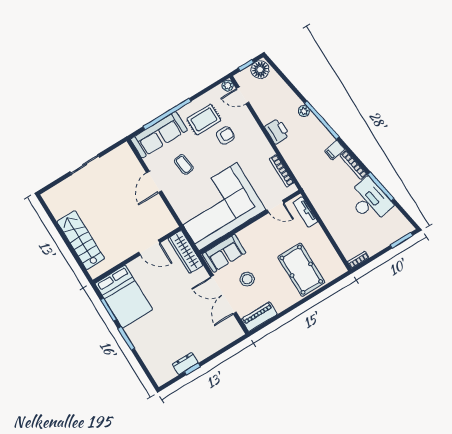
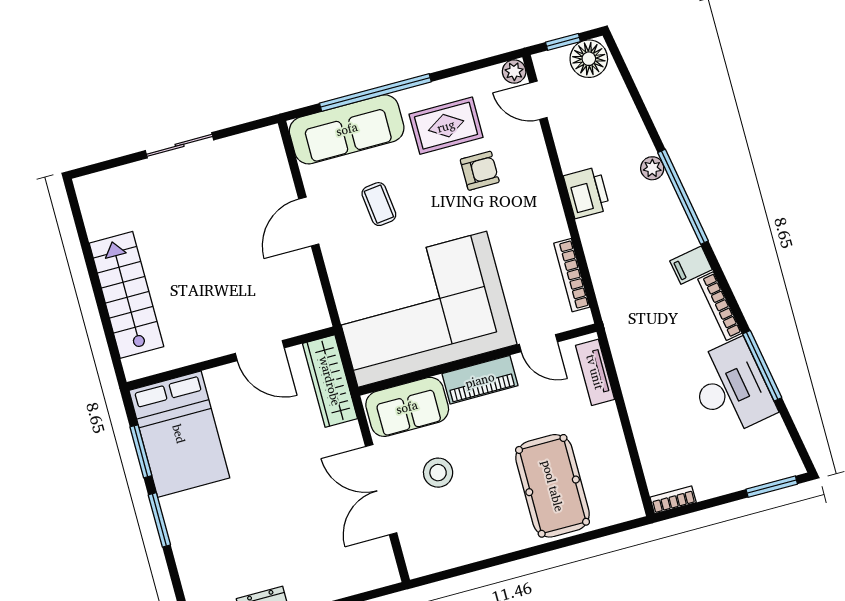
piano: (259, 317) -> (480, 380), moved, turned 180

